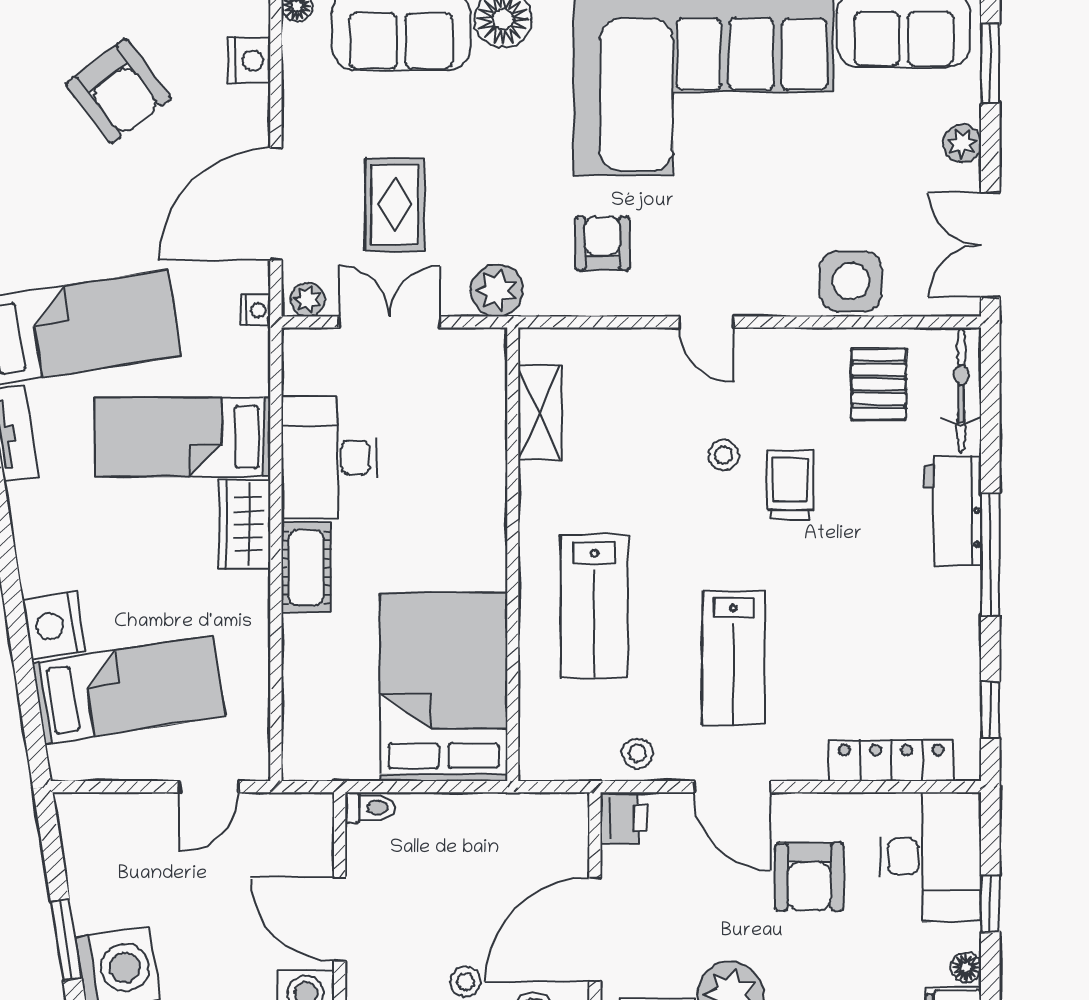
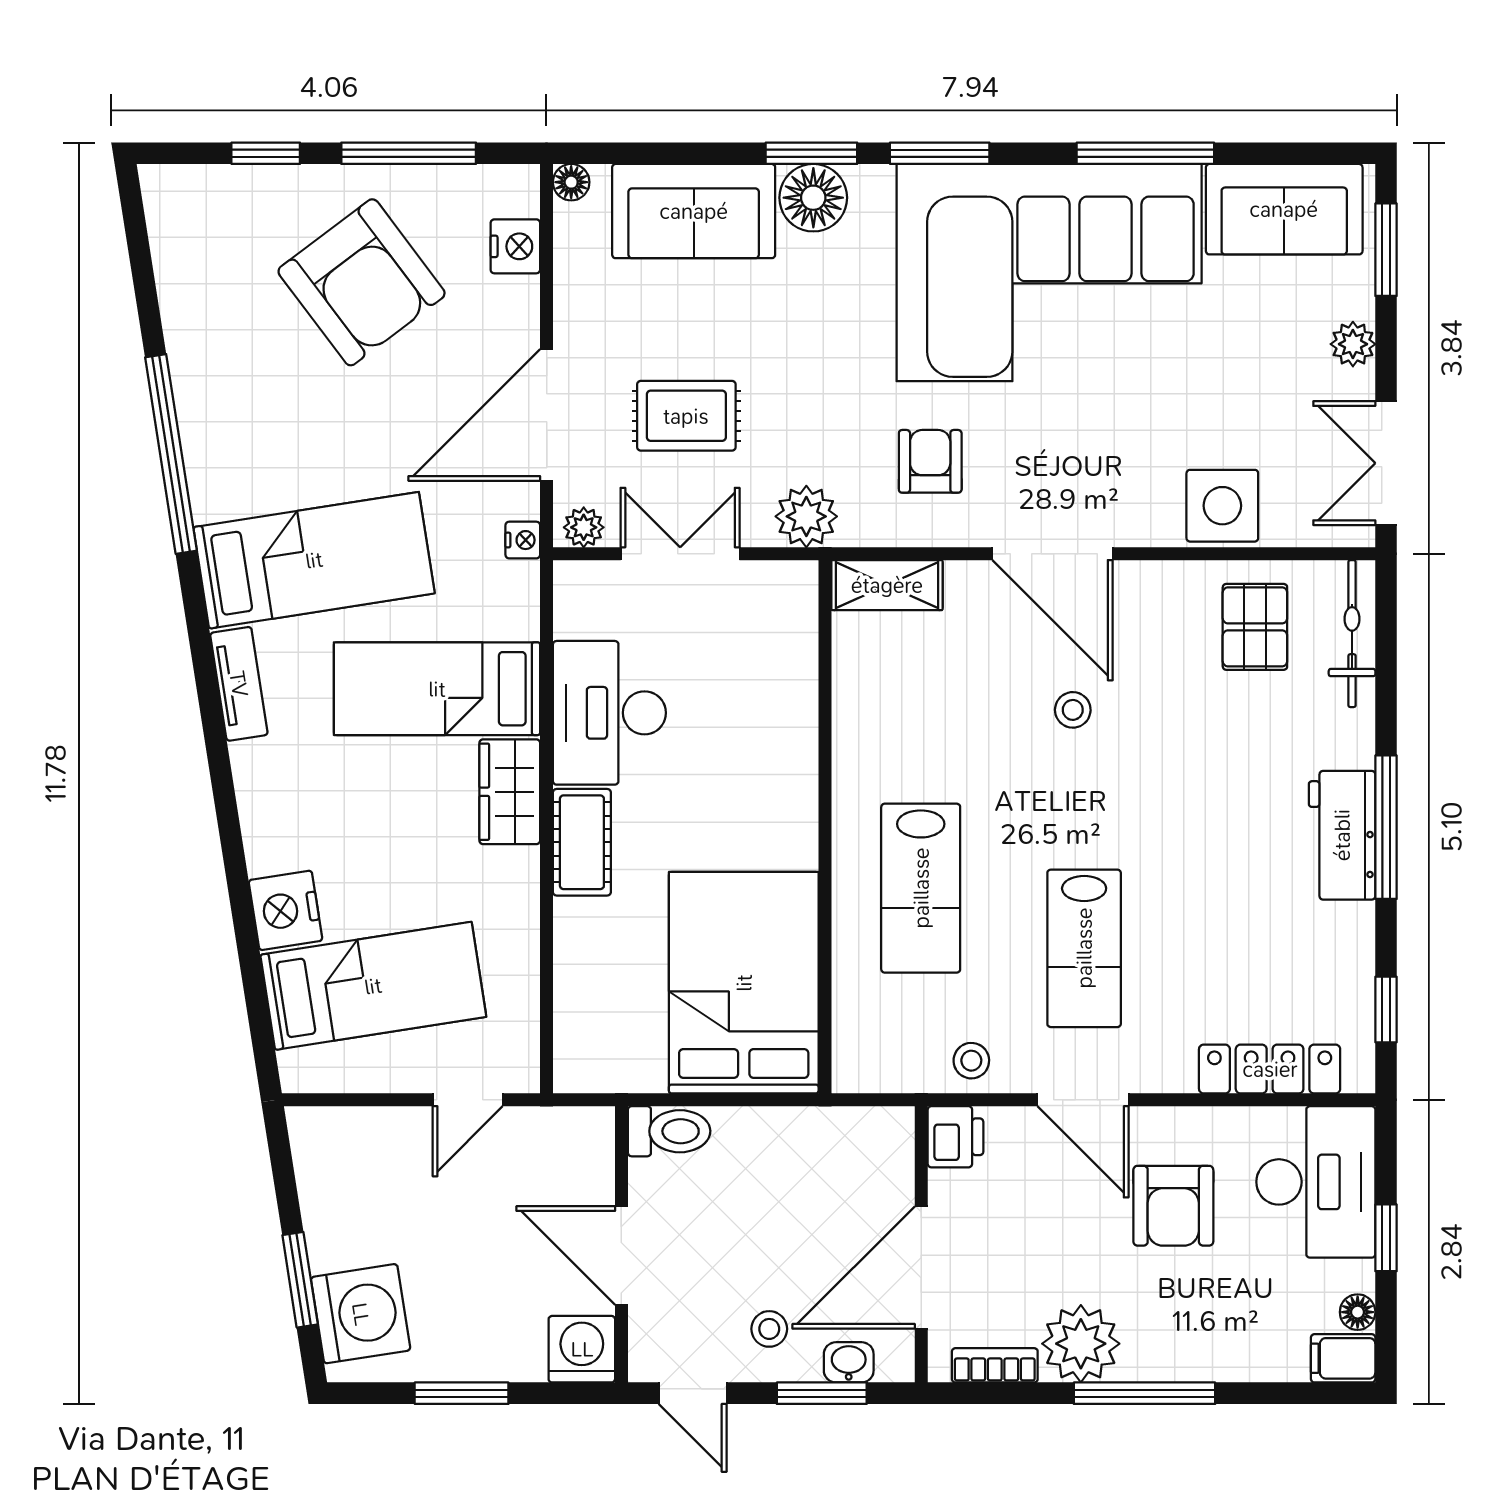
armchair: (118, 91) -> (362, 282), width x1.36, depth x1.36
rug: (395, 205) -> (686, 416), turned 90
door: (706, 322) -> (1053, 554), width x1.88
shelving: (540, 413) -> (887, 585), moved, turned 90
trolley: (790, 485) -> (1151, 745), removed
workbench: (953, 511) -> (1342, 835), moved
toilet: (370, 808) -> (669, 1131), width x1.37, depth x1.39

